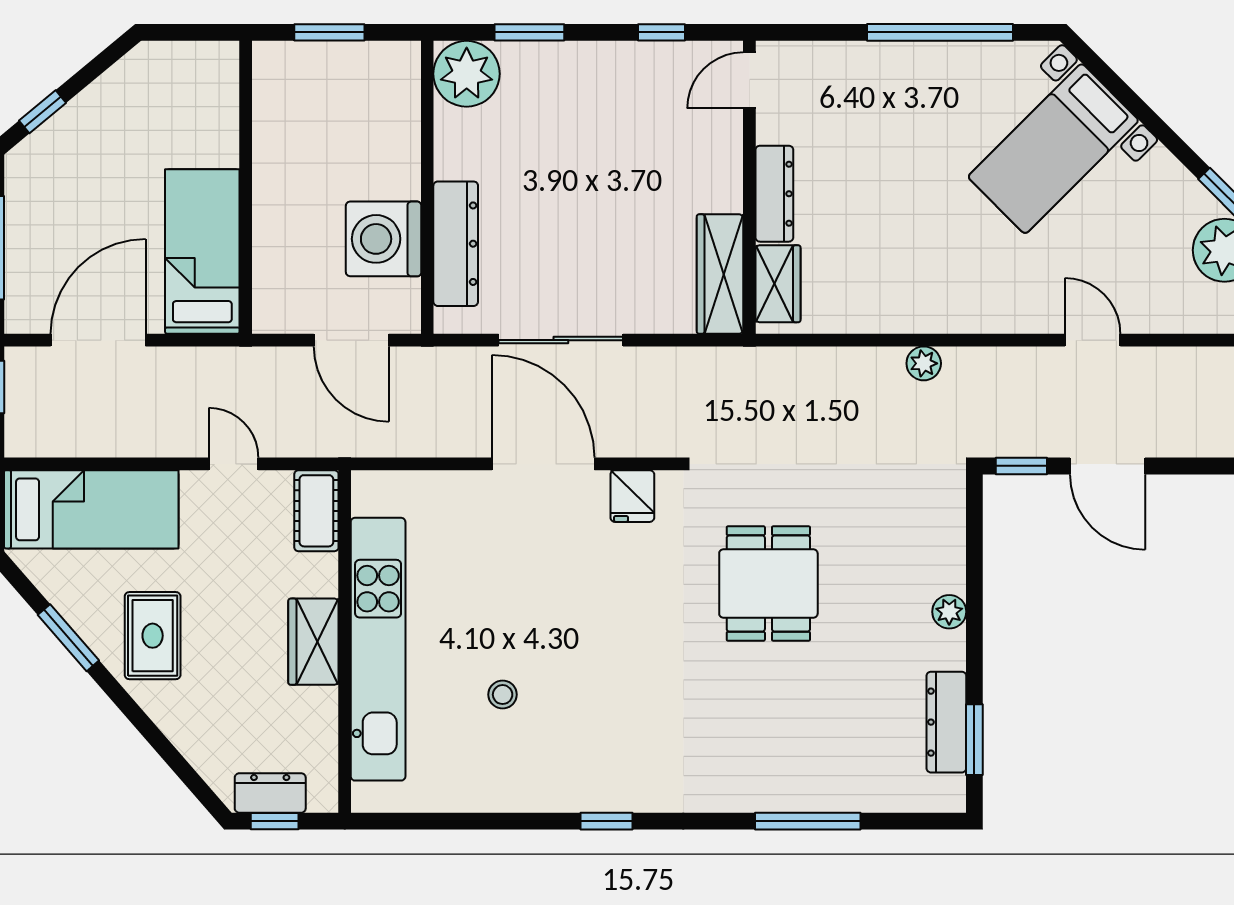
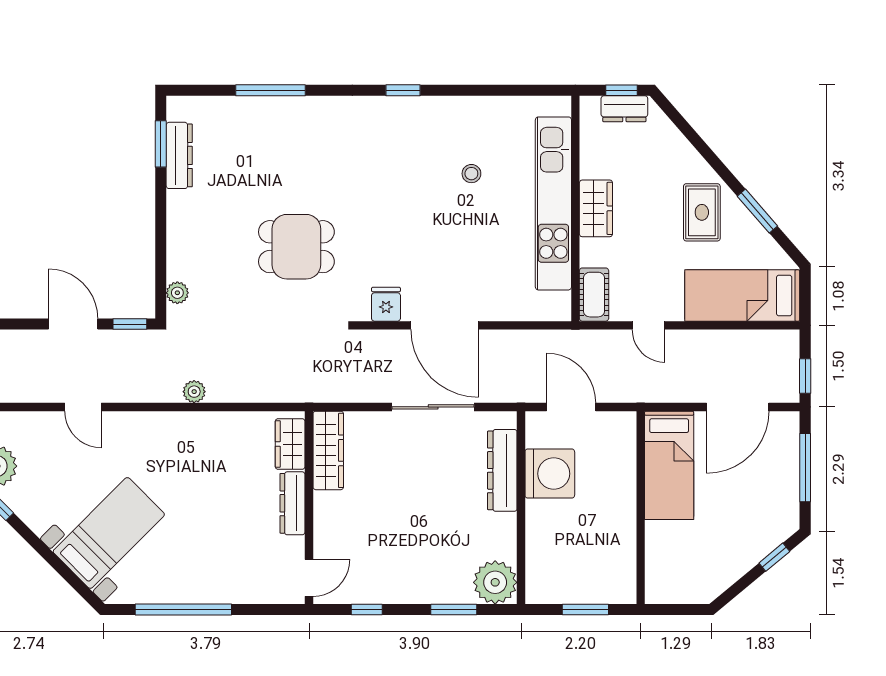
dining table: (768, 583) -> (296, 247), turned 90
plant: (949, 612) -> (177, 293), moved

